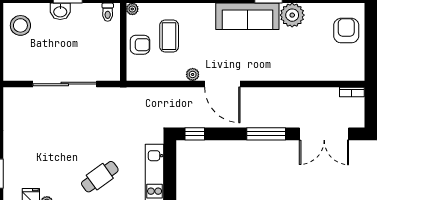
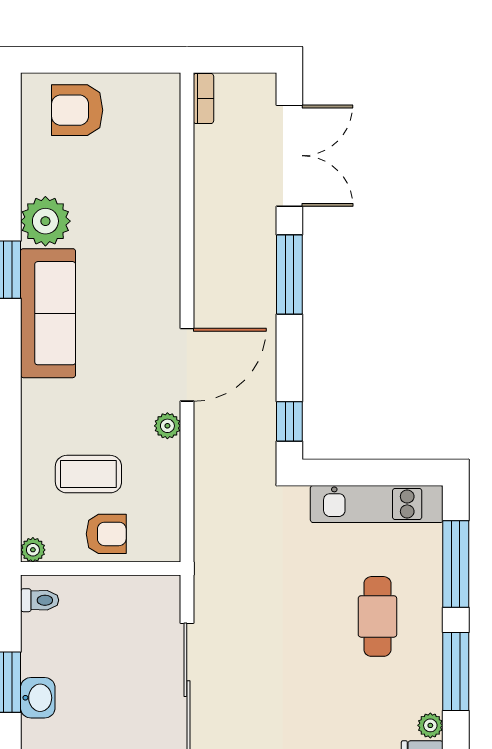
armchair: (140, 45) -> (106, 534), turned 90
cafe table: (100, 177) -> (377, 616), turned 36

